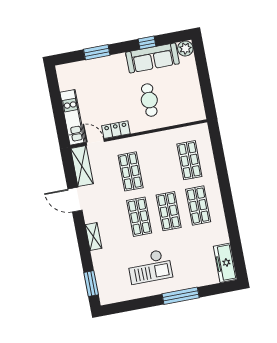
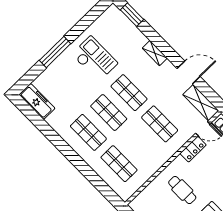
checkout: (150, 267) -> (95, 59), turned 90

